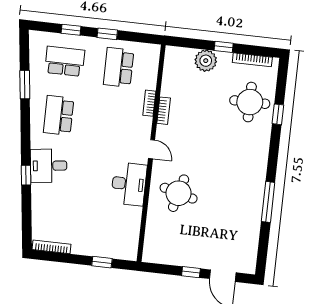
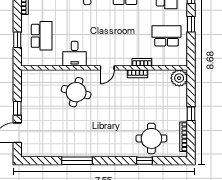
plant: (206, 61) -> (179, 78), moved
desk: (129, 184) -> (75, 54), width x0.73
school desk: (100, 230) -> (42, 36), added

